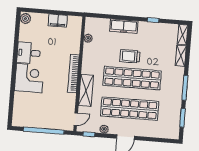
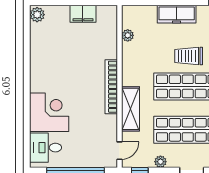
desk: (29, 53) -> (46, 148), moved
corner desk: (29, 78) -> (49, 112), moved

